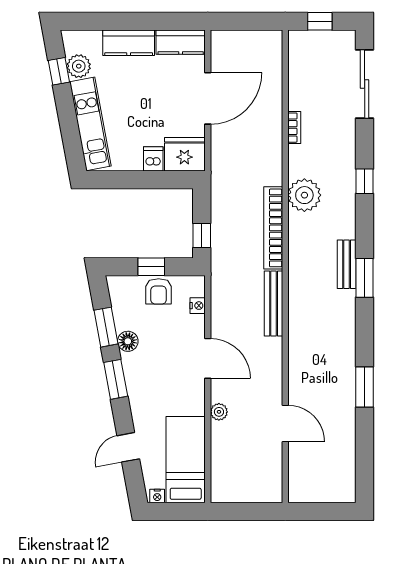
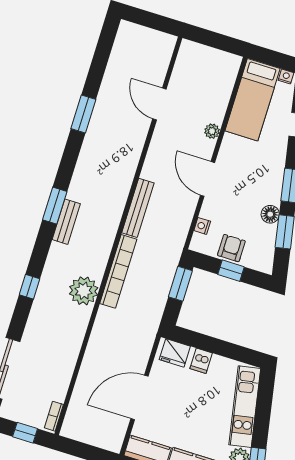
bookcase: (294, 128) -> (54, 416), moved
fridge: (184, 154) -> (175, 353), width x0.73, depth x0.75
window: (202, 235) -> (180, 284), width x1.50

